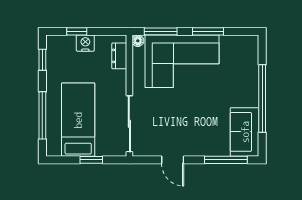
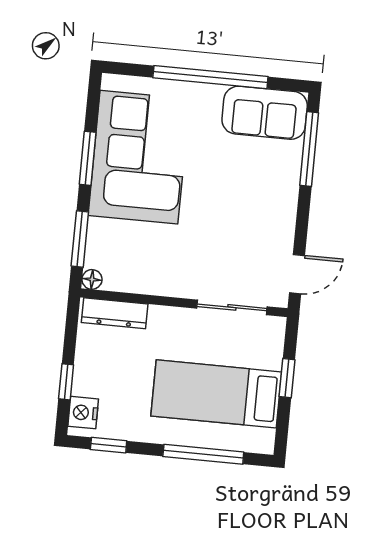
nightstand: (85, 43) -> (83, 413), moved
dresser: (119, 56) -> (115, 313), width x1.44
corner sofa: (182, 61) -> (139, 157), moved
sliding door: (129, 124) -> (232, 307), width x0.73
door: (173, 160) -> (297, 274), moved

